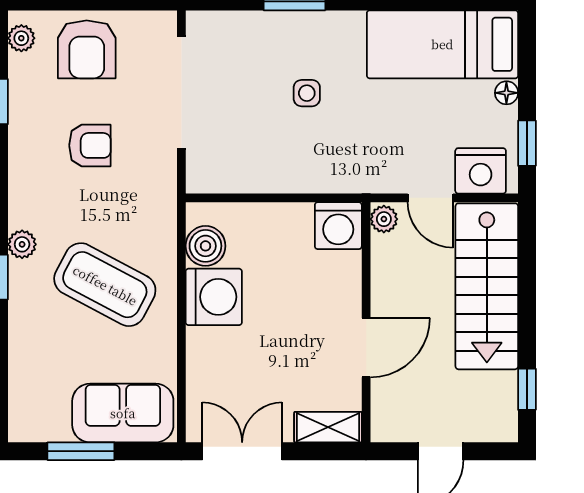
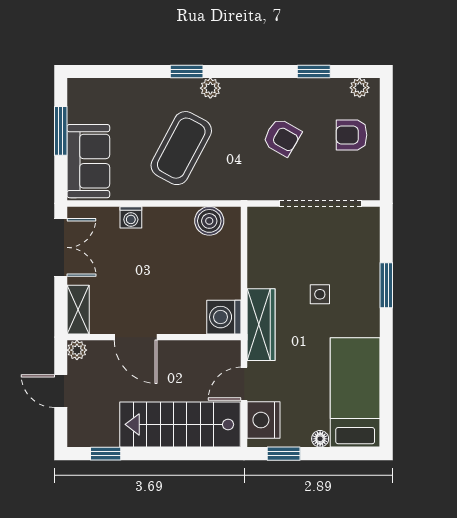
armchair: (87, 49) -> (351, 135), width x0.72, depth x0.72
armchair: (90, 145) -> (282, 137), turned -60
wardrobe: (349, 174) -> (261, 325), added
plant: (384, 219) -> (77, 350), moved
washing machine: (214, 297) -> (131, 217), moved, width x0.53, depth x0.53

